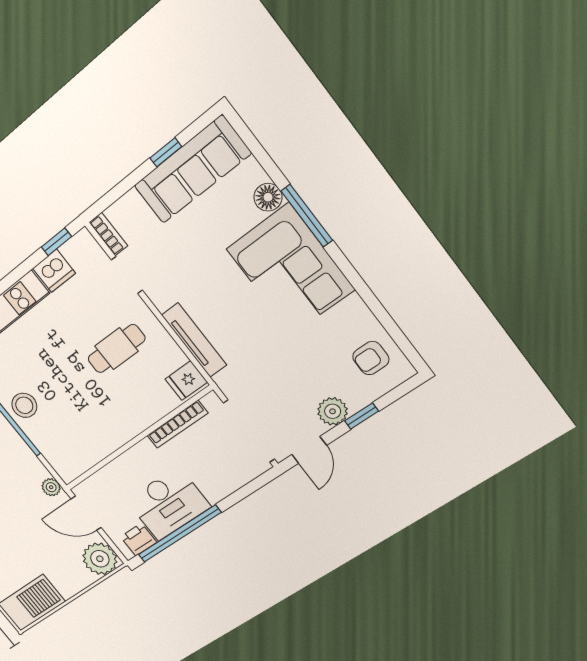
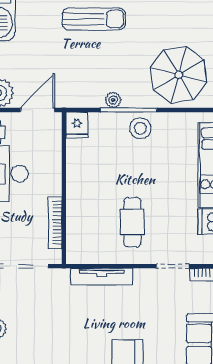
fridge: (186, 381) -> (77, 125), moved, turned 180
plant: (51, 487) -> (113, 100), moved

